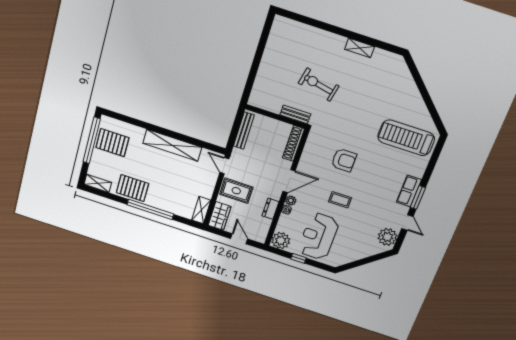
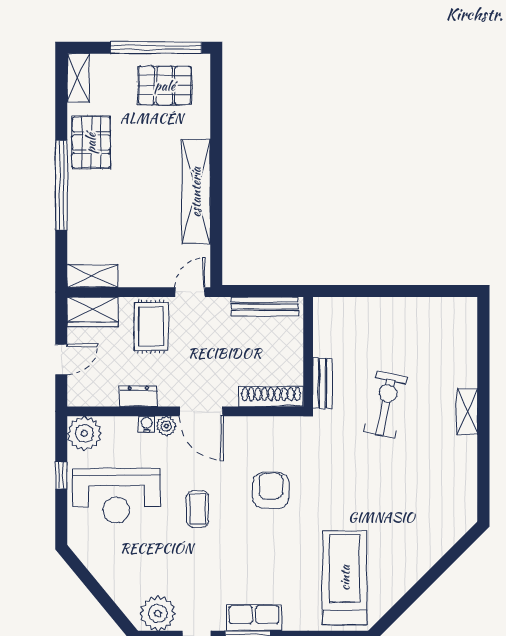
shelving: (360, 48) -> (467, 412), moved
pallet: (112, 143) -> (165, 86), turned 90
armchair: (344, 160) -> (271, 490), turned 180
reception desk: (318, 236) -> (116, 496), turned 180

